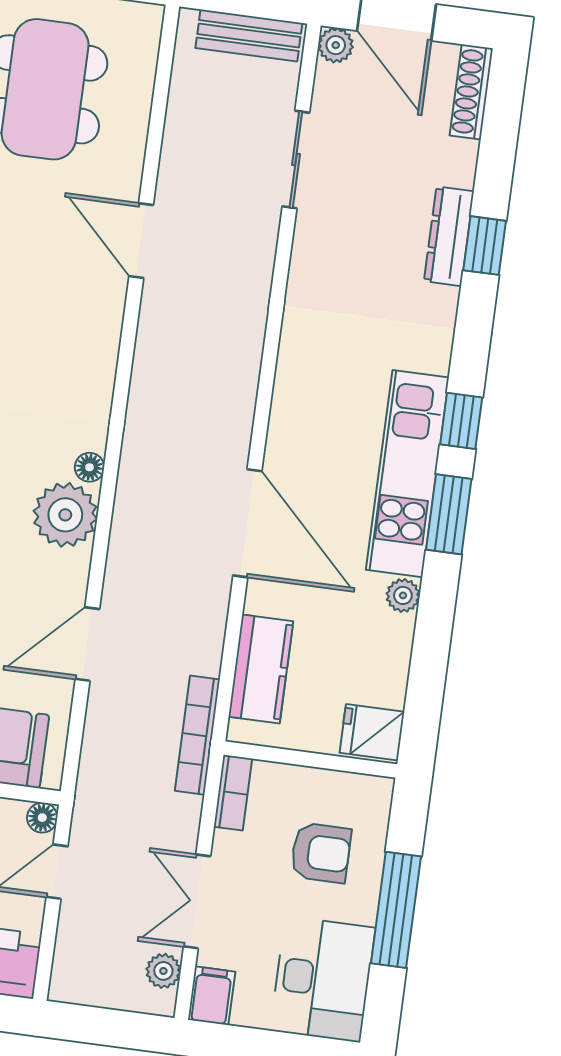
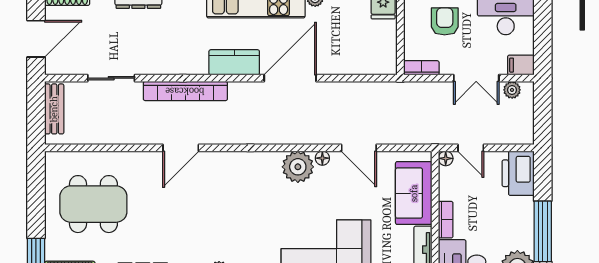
plant: (336, 45) -> (53, 66), removed
door: (141, 241) -> (181, 148), moved
floor lamp: (90, 467) -> (322, 158), moved
kitchen counter: (261, 669) -> (234, 62), moved
bookcase: (197, 735) -> (185, 91), moved, width x1.48, depth x1.31

